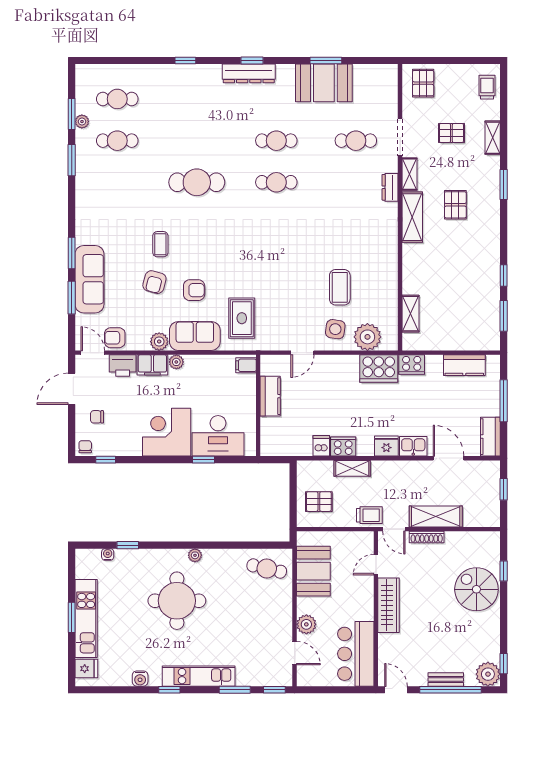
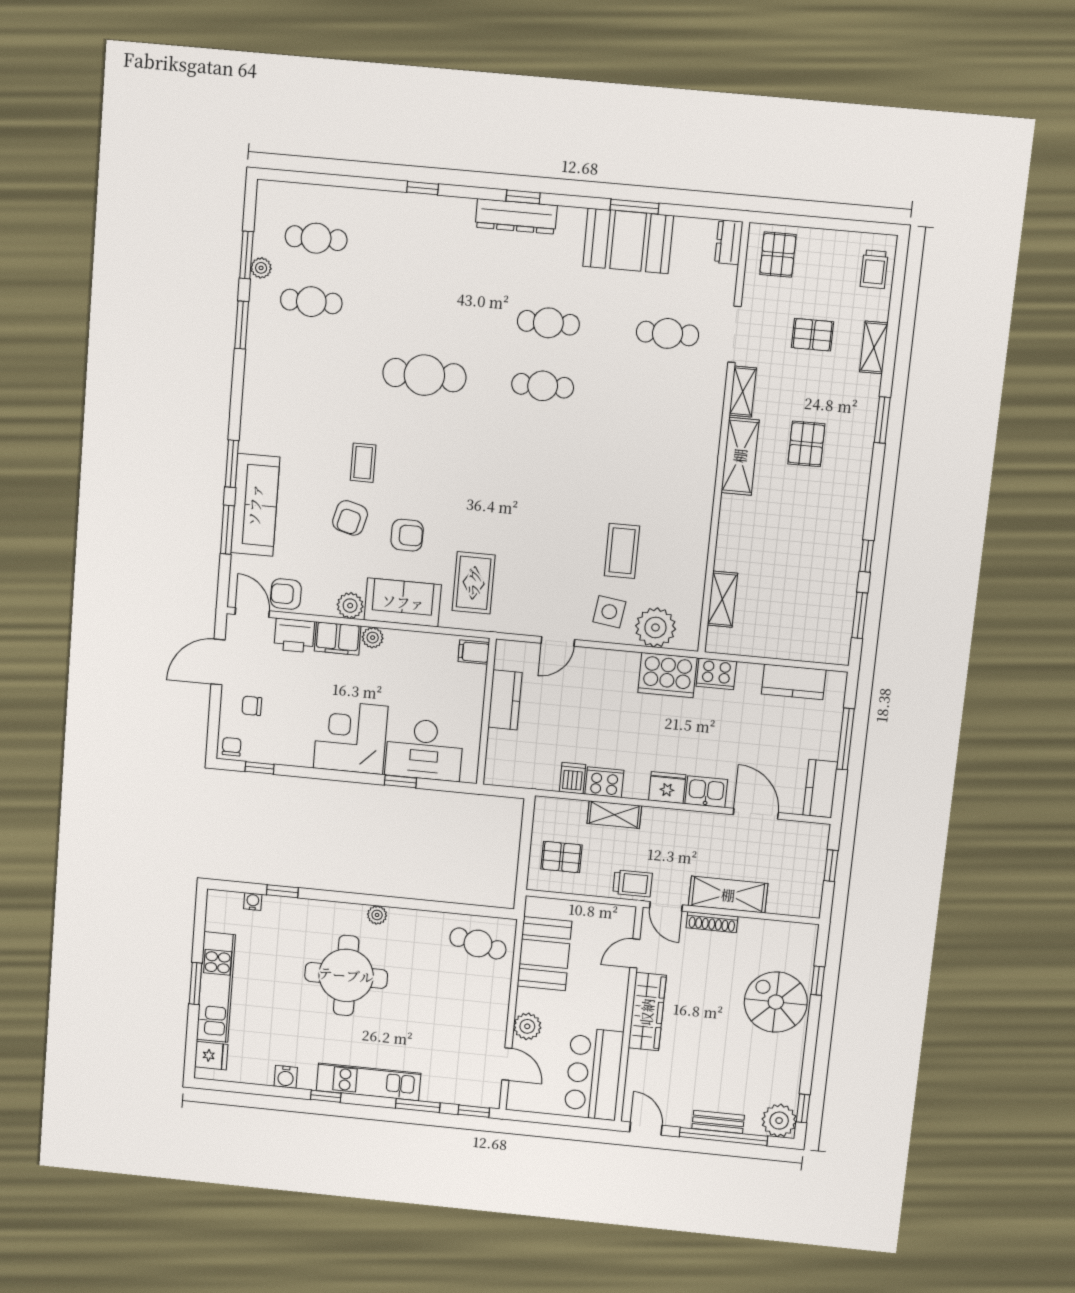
trolley: (487, 87) -> (874, 269), turned 180
dresser: (390, 187) -> (729, 242), moved

